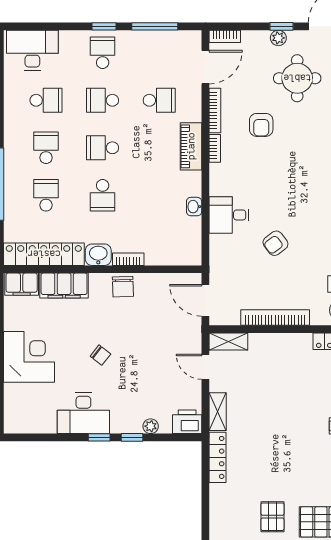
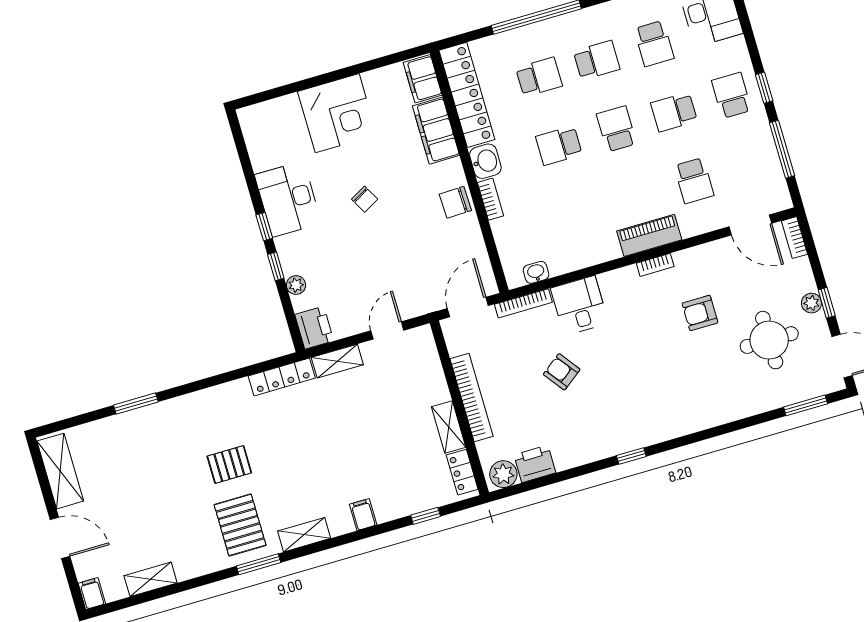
school desk: (103, 53) -> (732, 95), turned -90
school desk: (103, 100) -> (674, 112), turned -90
bookcase: (215, 111) -> (523, 303), moved
washbasin: (194, 207) -> (536, 272), moved
shelving: (228, 341) -> (449, 427), moved
chair: (100, 355) -> (365, 199), turned -67

